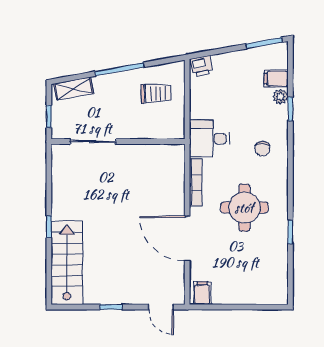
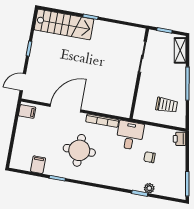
filing cabinet: (276, 79) -> (38, 165), moved
trolley: (156, 93) -> (167, 105), turned -88
chair: (262, 149) -> (150, 157), moved

